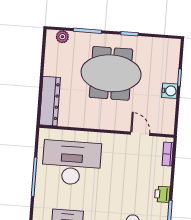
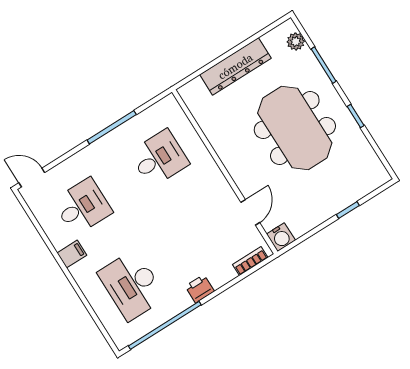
water cooler: (170, 91) -> (281, 237), moved
dresser: (50, 101) -> (235, 66), moved
desk: (72, 163) -> (159, 158), width x0.53, depth x0.77

